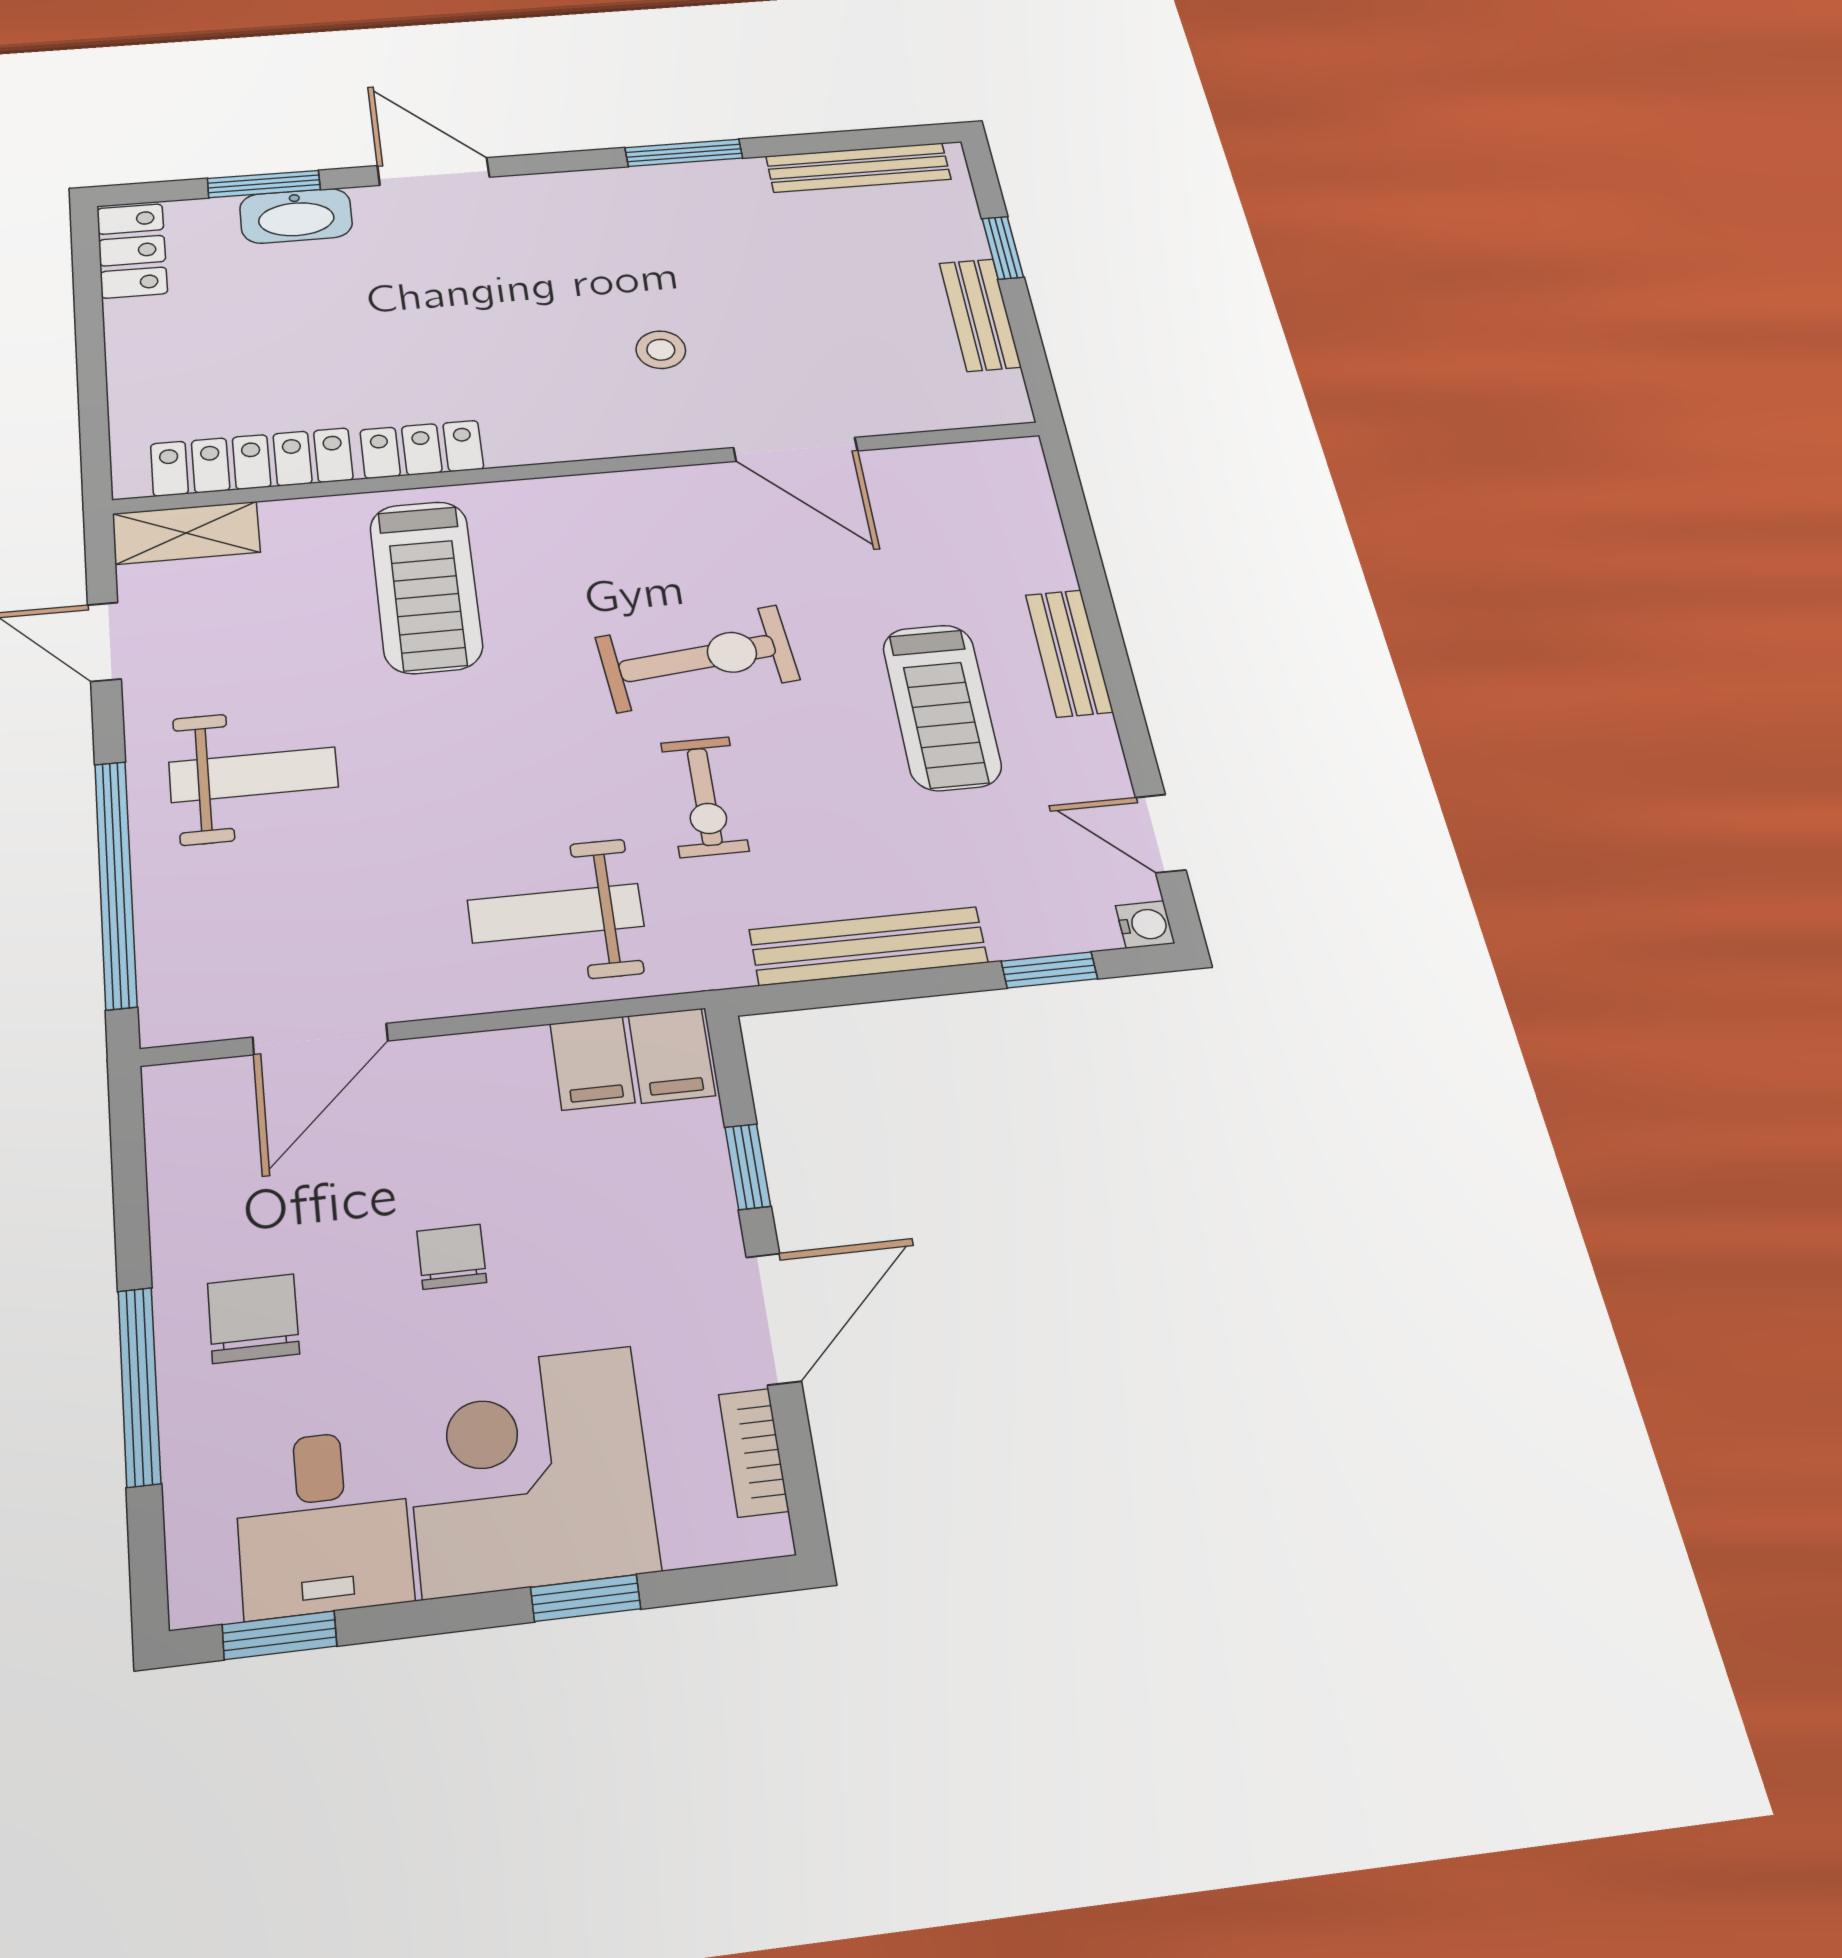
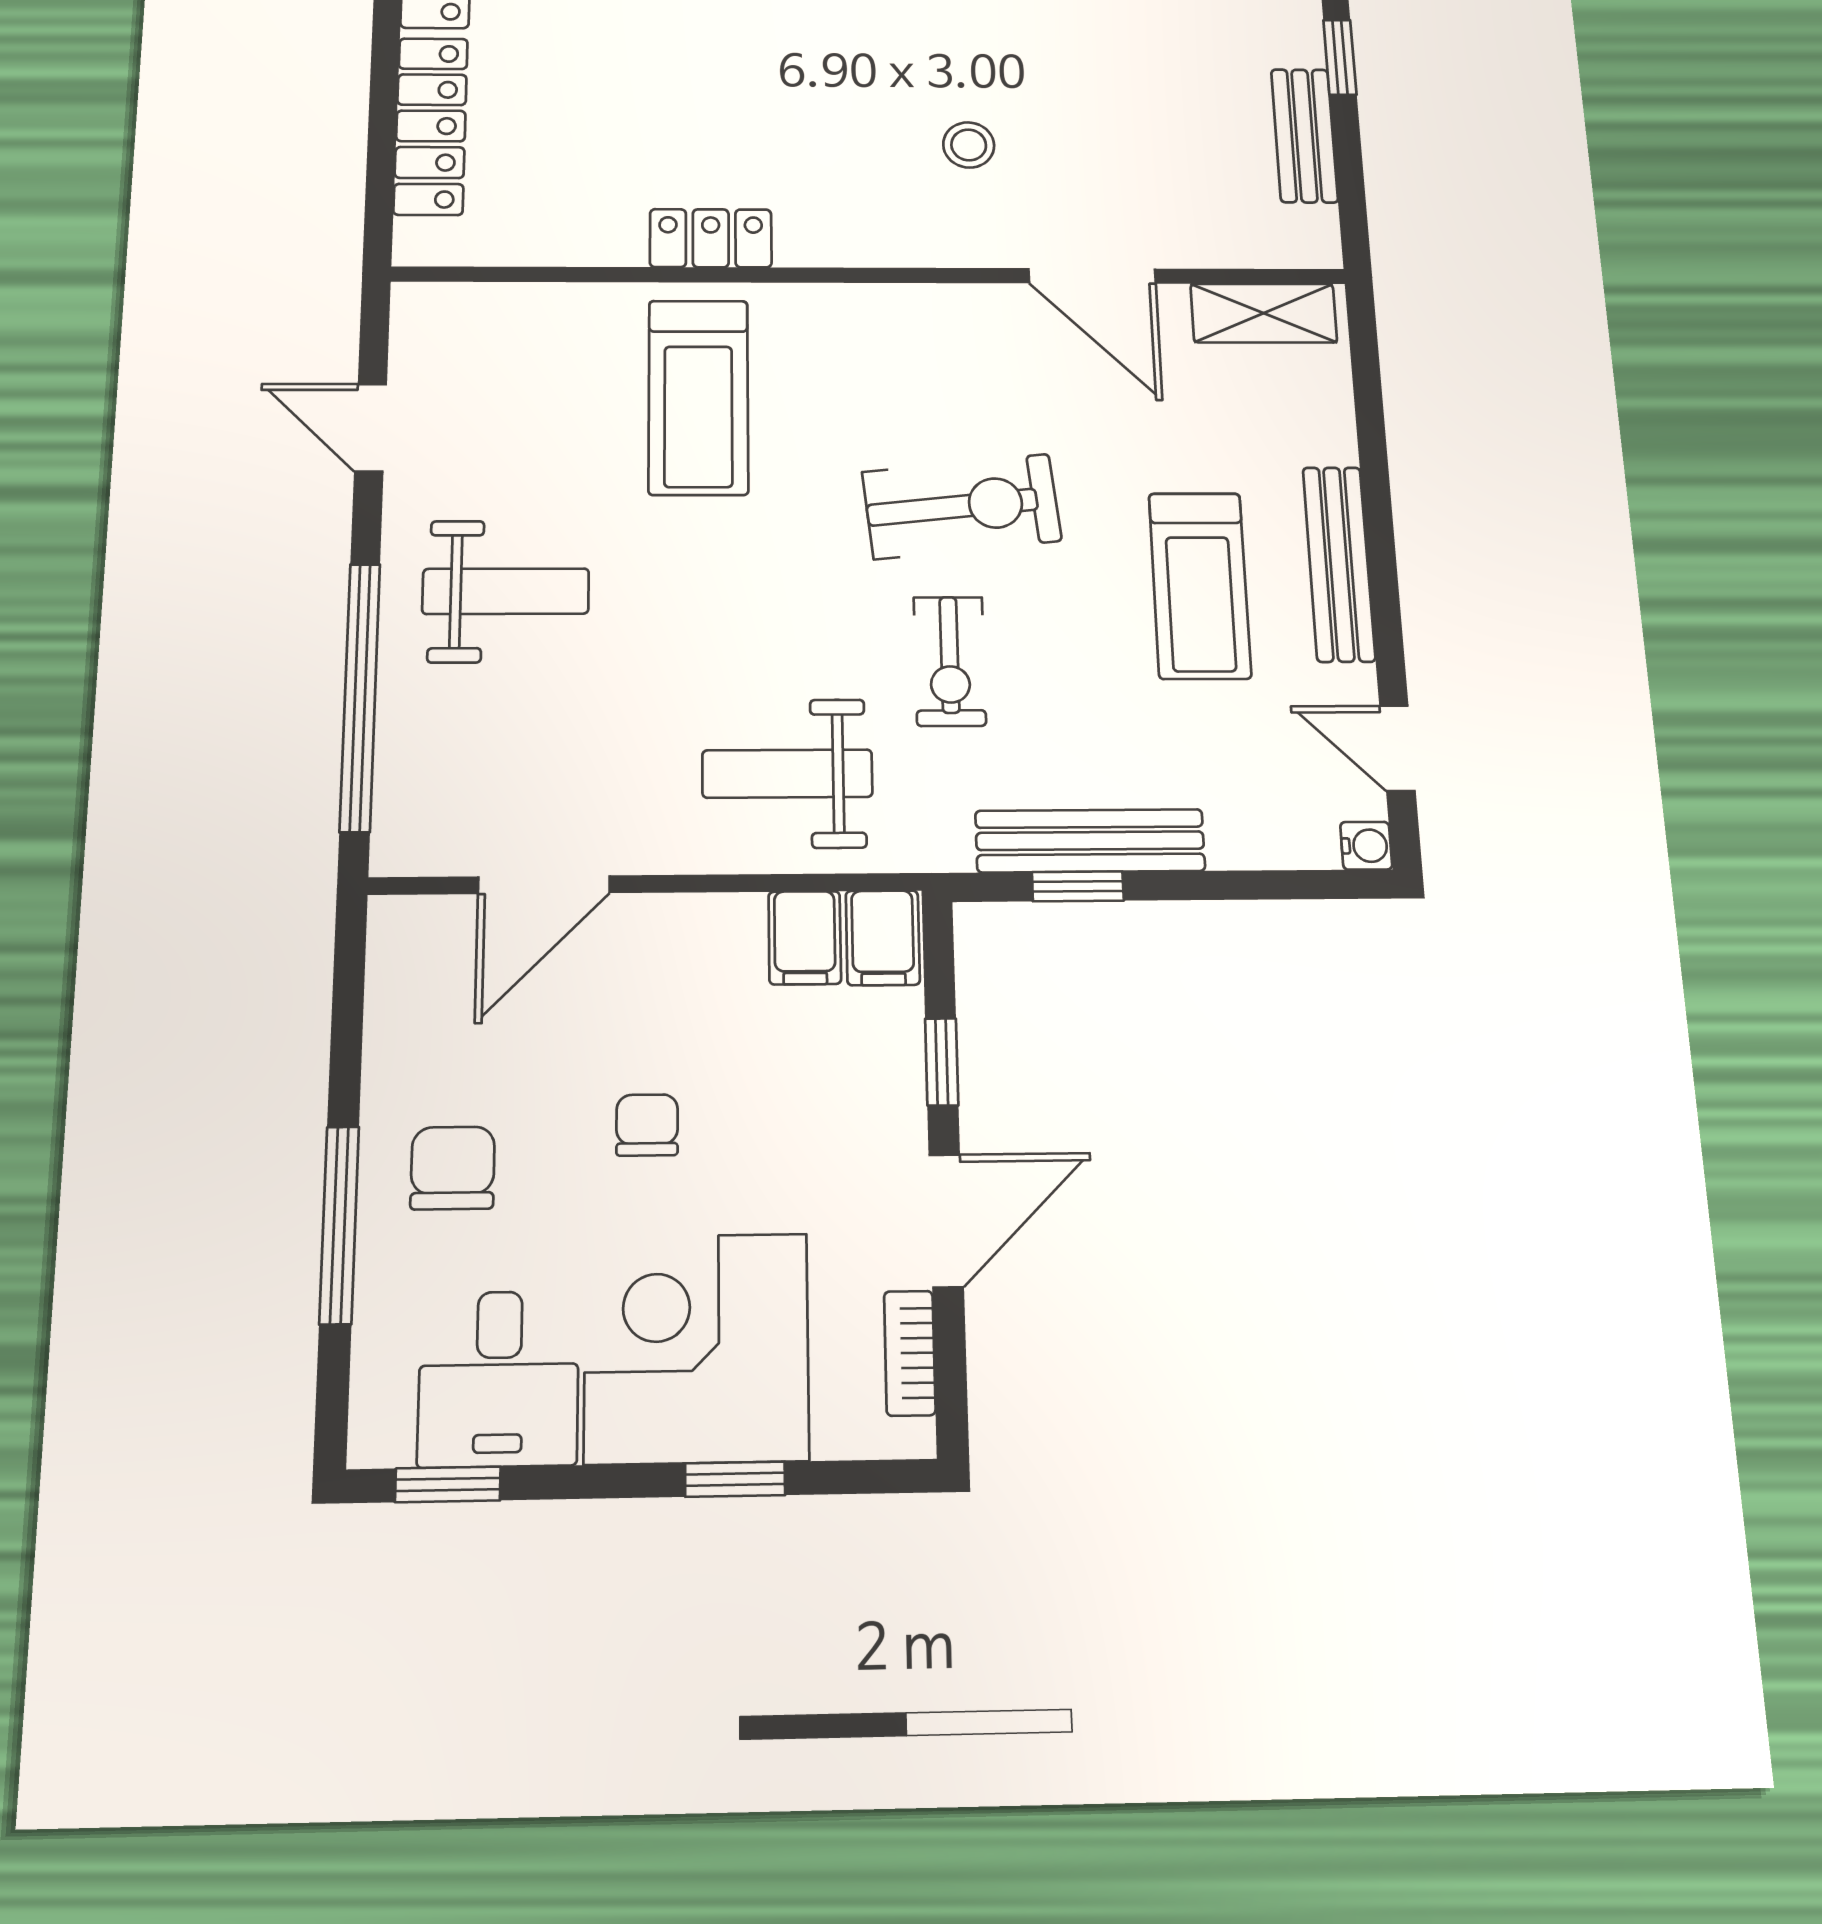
locker: (252, 462) -> (431, 126), moved, turned 90
shelving: (186, 533) -> (1264, 313), moved
bench: (1069, 653) -> (1339, 564), width x1.36
window: (1049, 970) -> (1078, 886), moved

